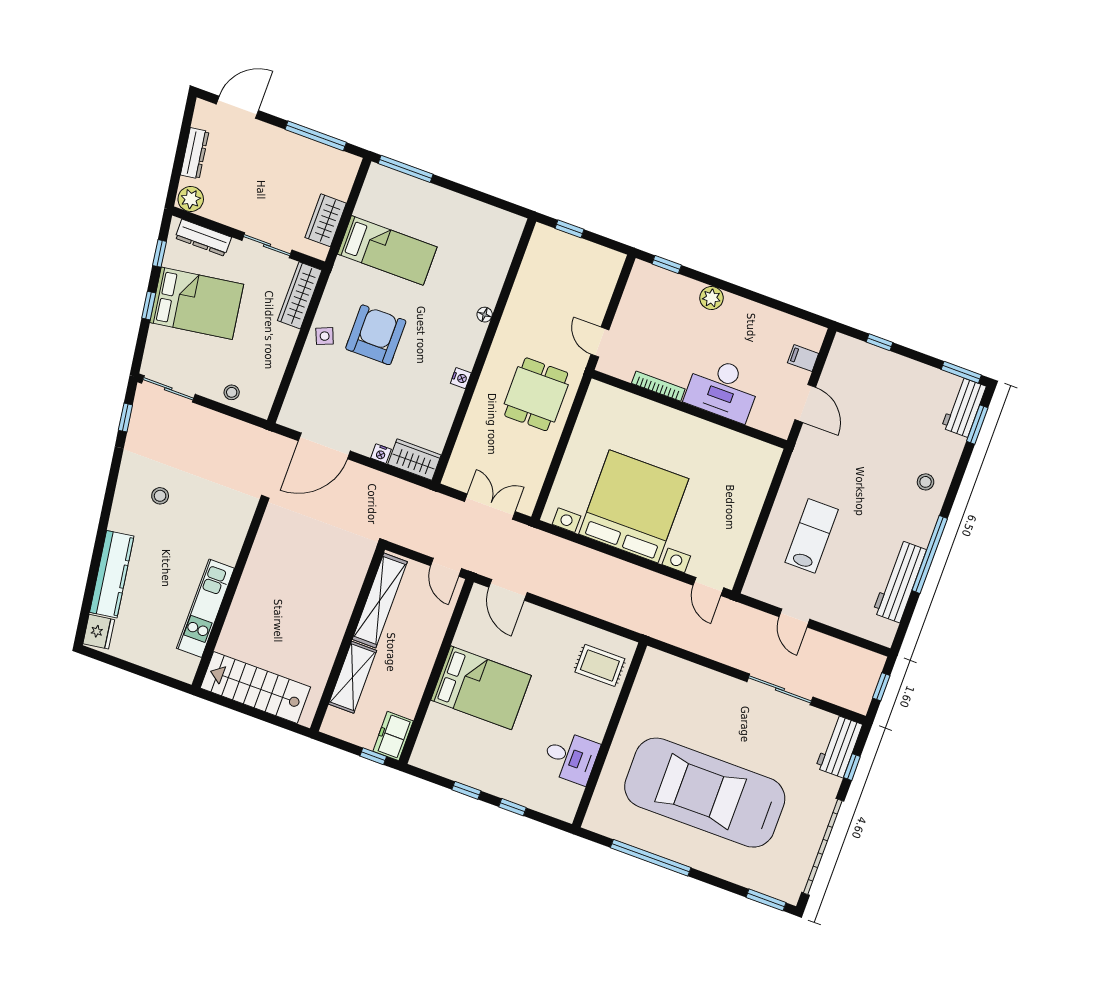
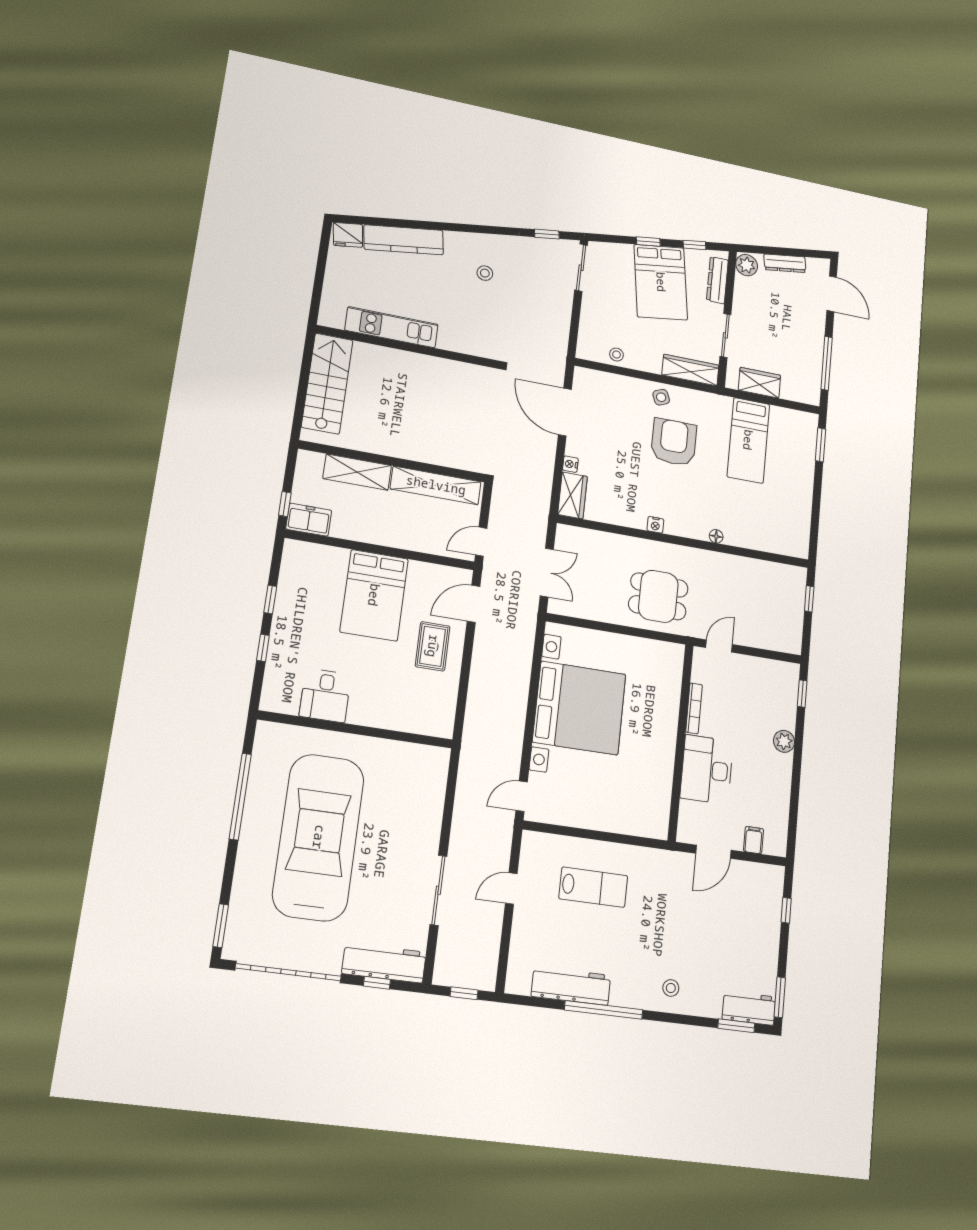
window: (406, 169) -> (821, 445), width x0.69
armchair: (376, 335) -> (674, 442), turned -90
stool: (232, 392) -> (617, 355), moved
rug: (600, 665) -> (433, 646), moved
workbench: (839, 746) -> (384, 963), width x1.38

